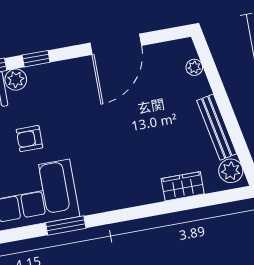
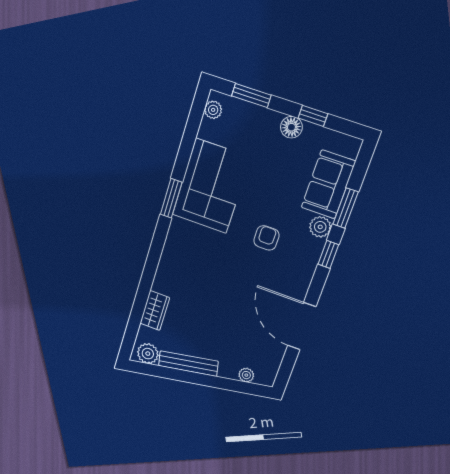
armchair: (29, 139) -> (266, 238), moved

